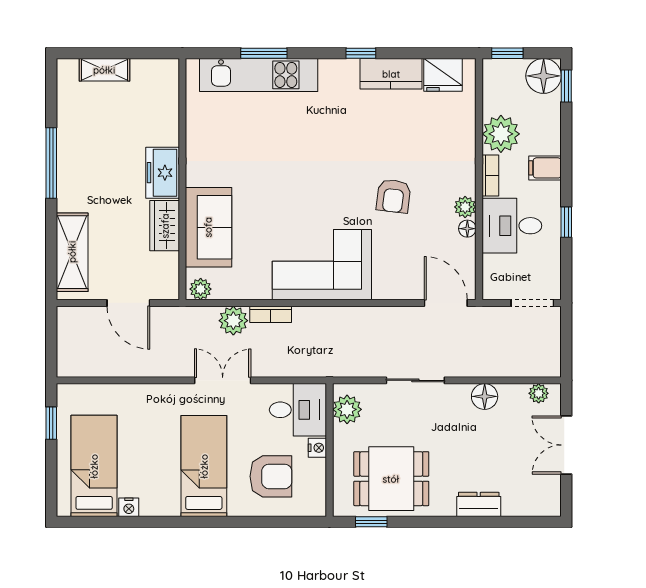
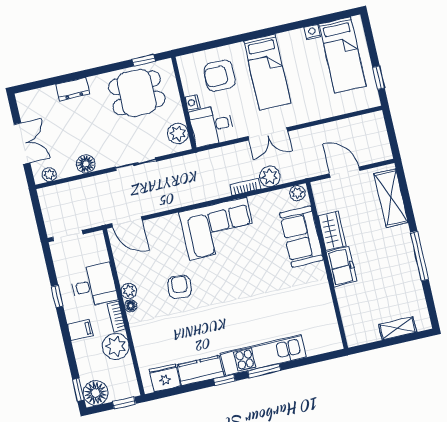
window: (264, 53) -> (264, 371), moved
kitchen unit: (259, 75) -> (263, 355), moved
floor lamp: (467, 229) -> (131, 306), moved

